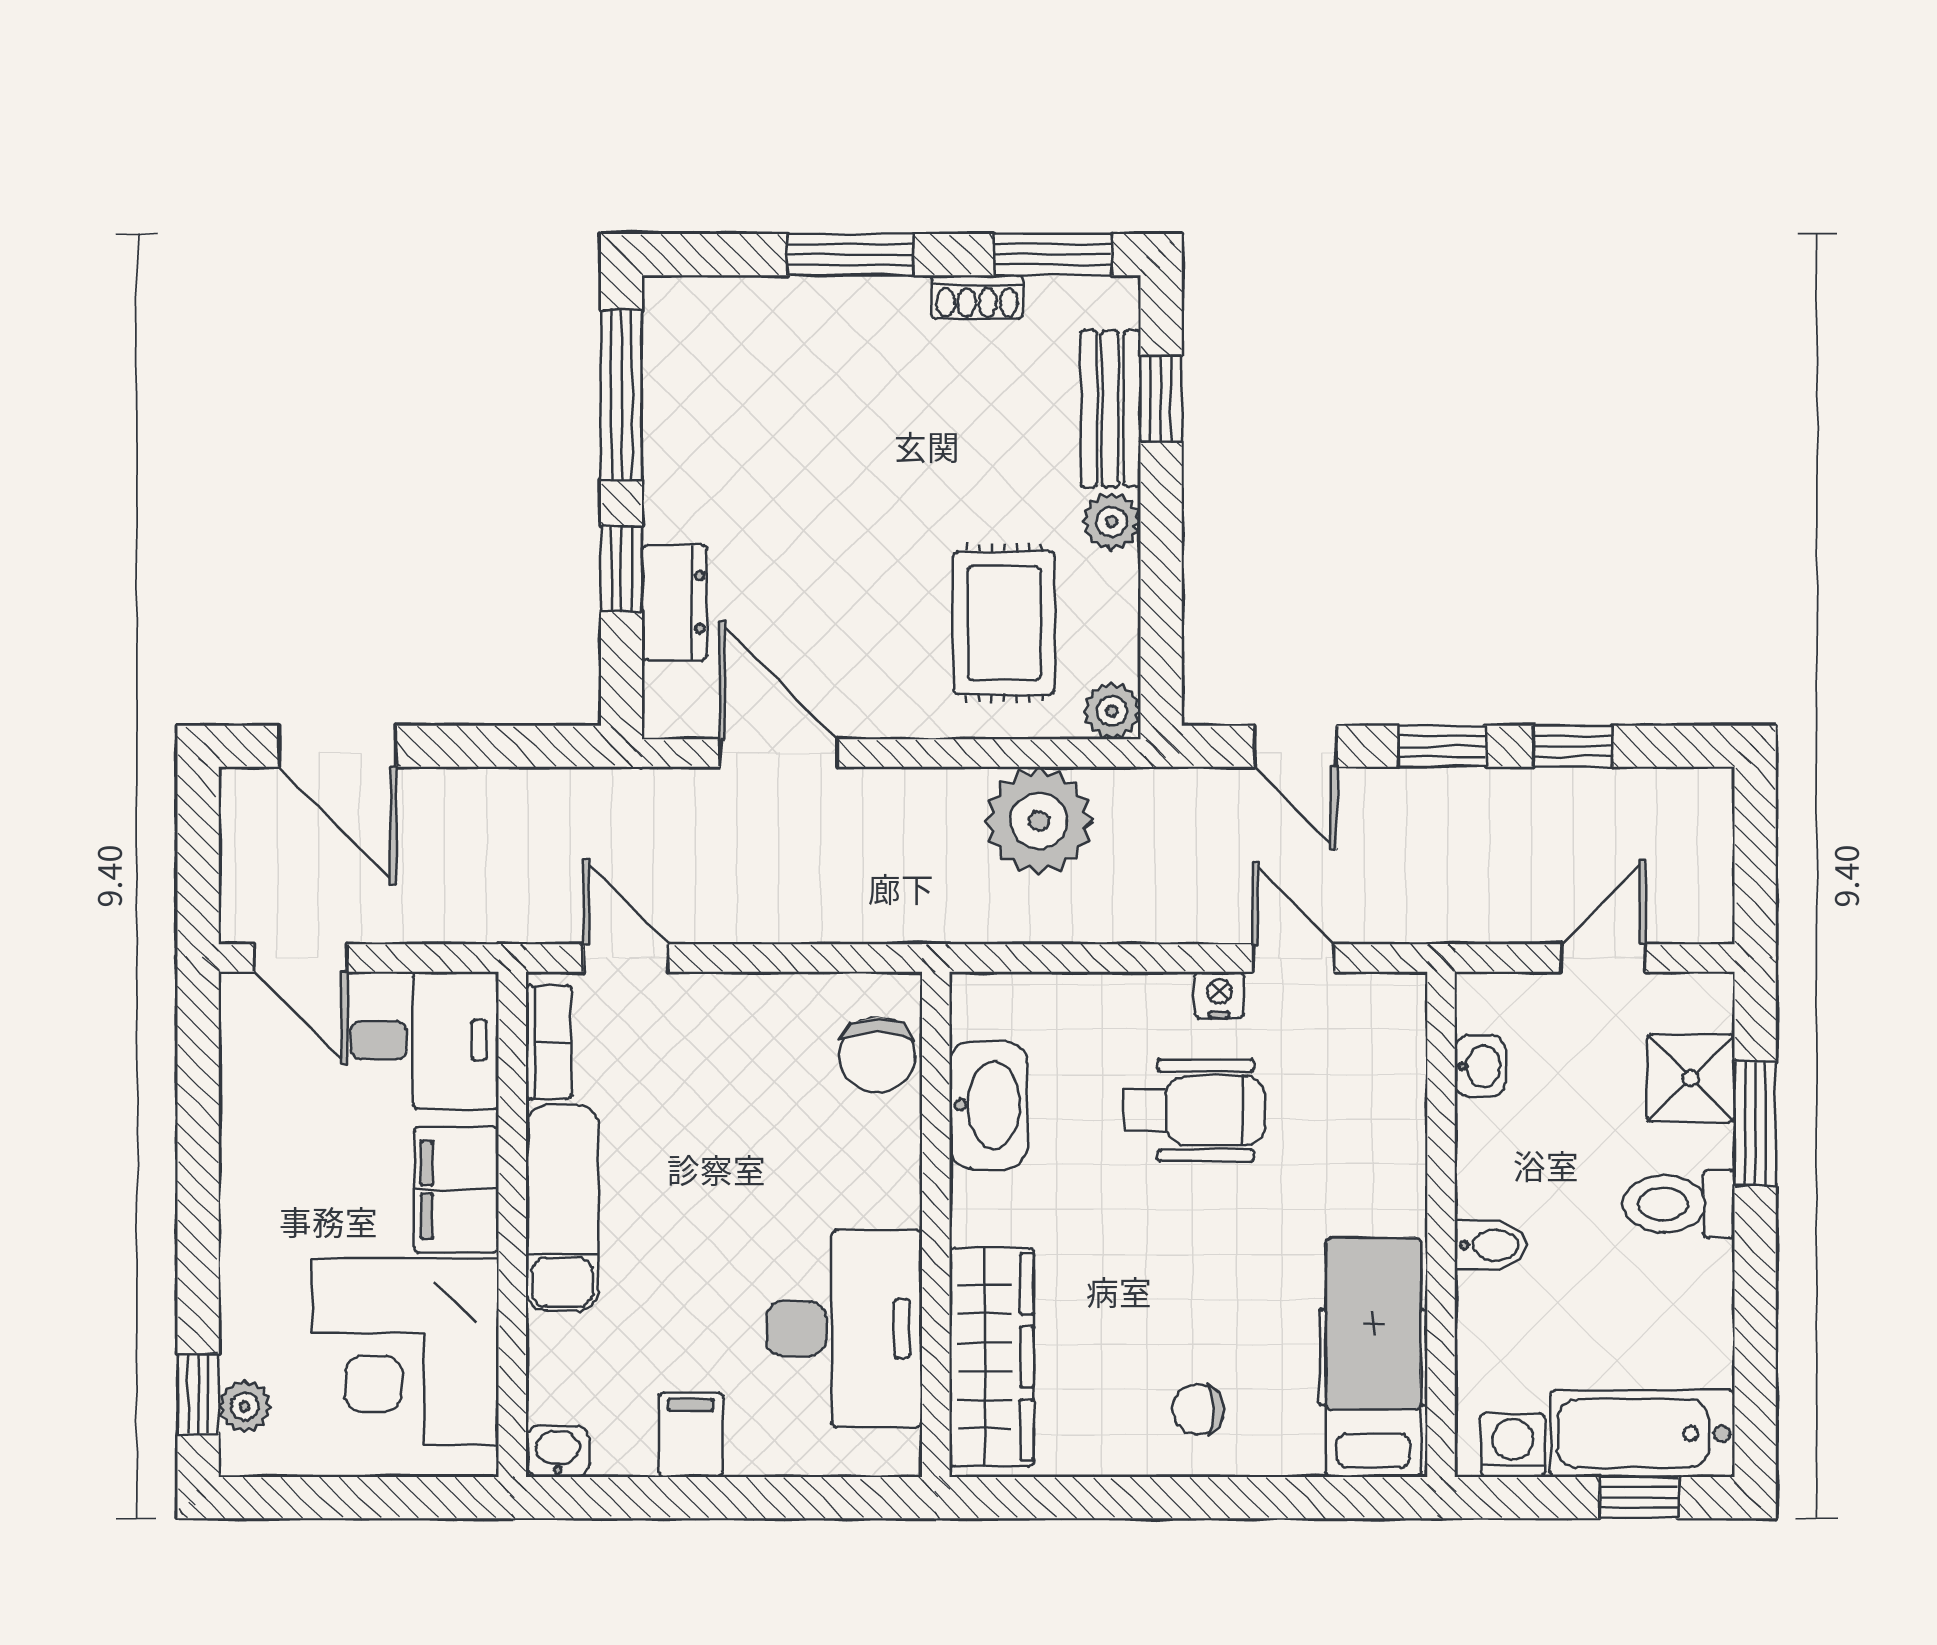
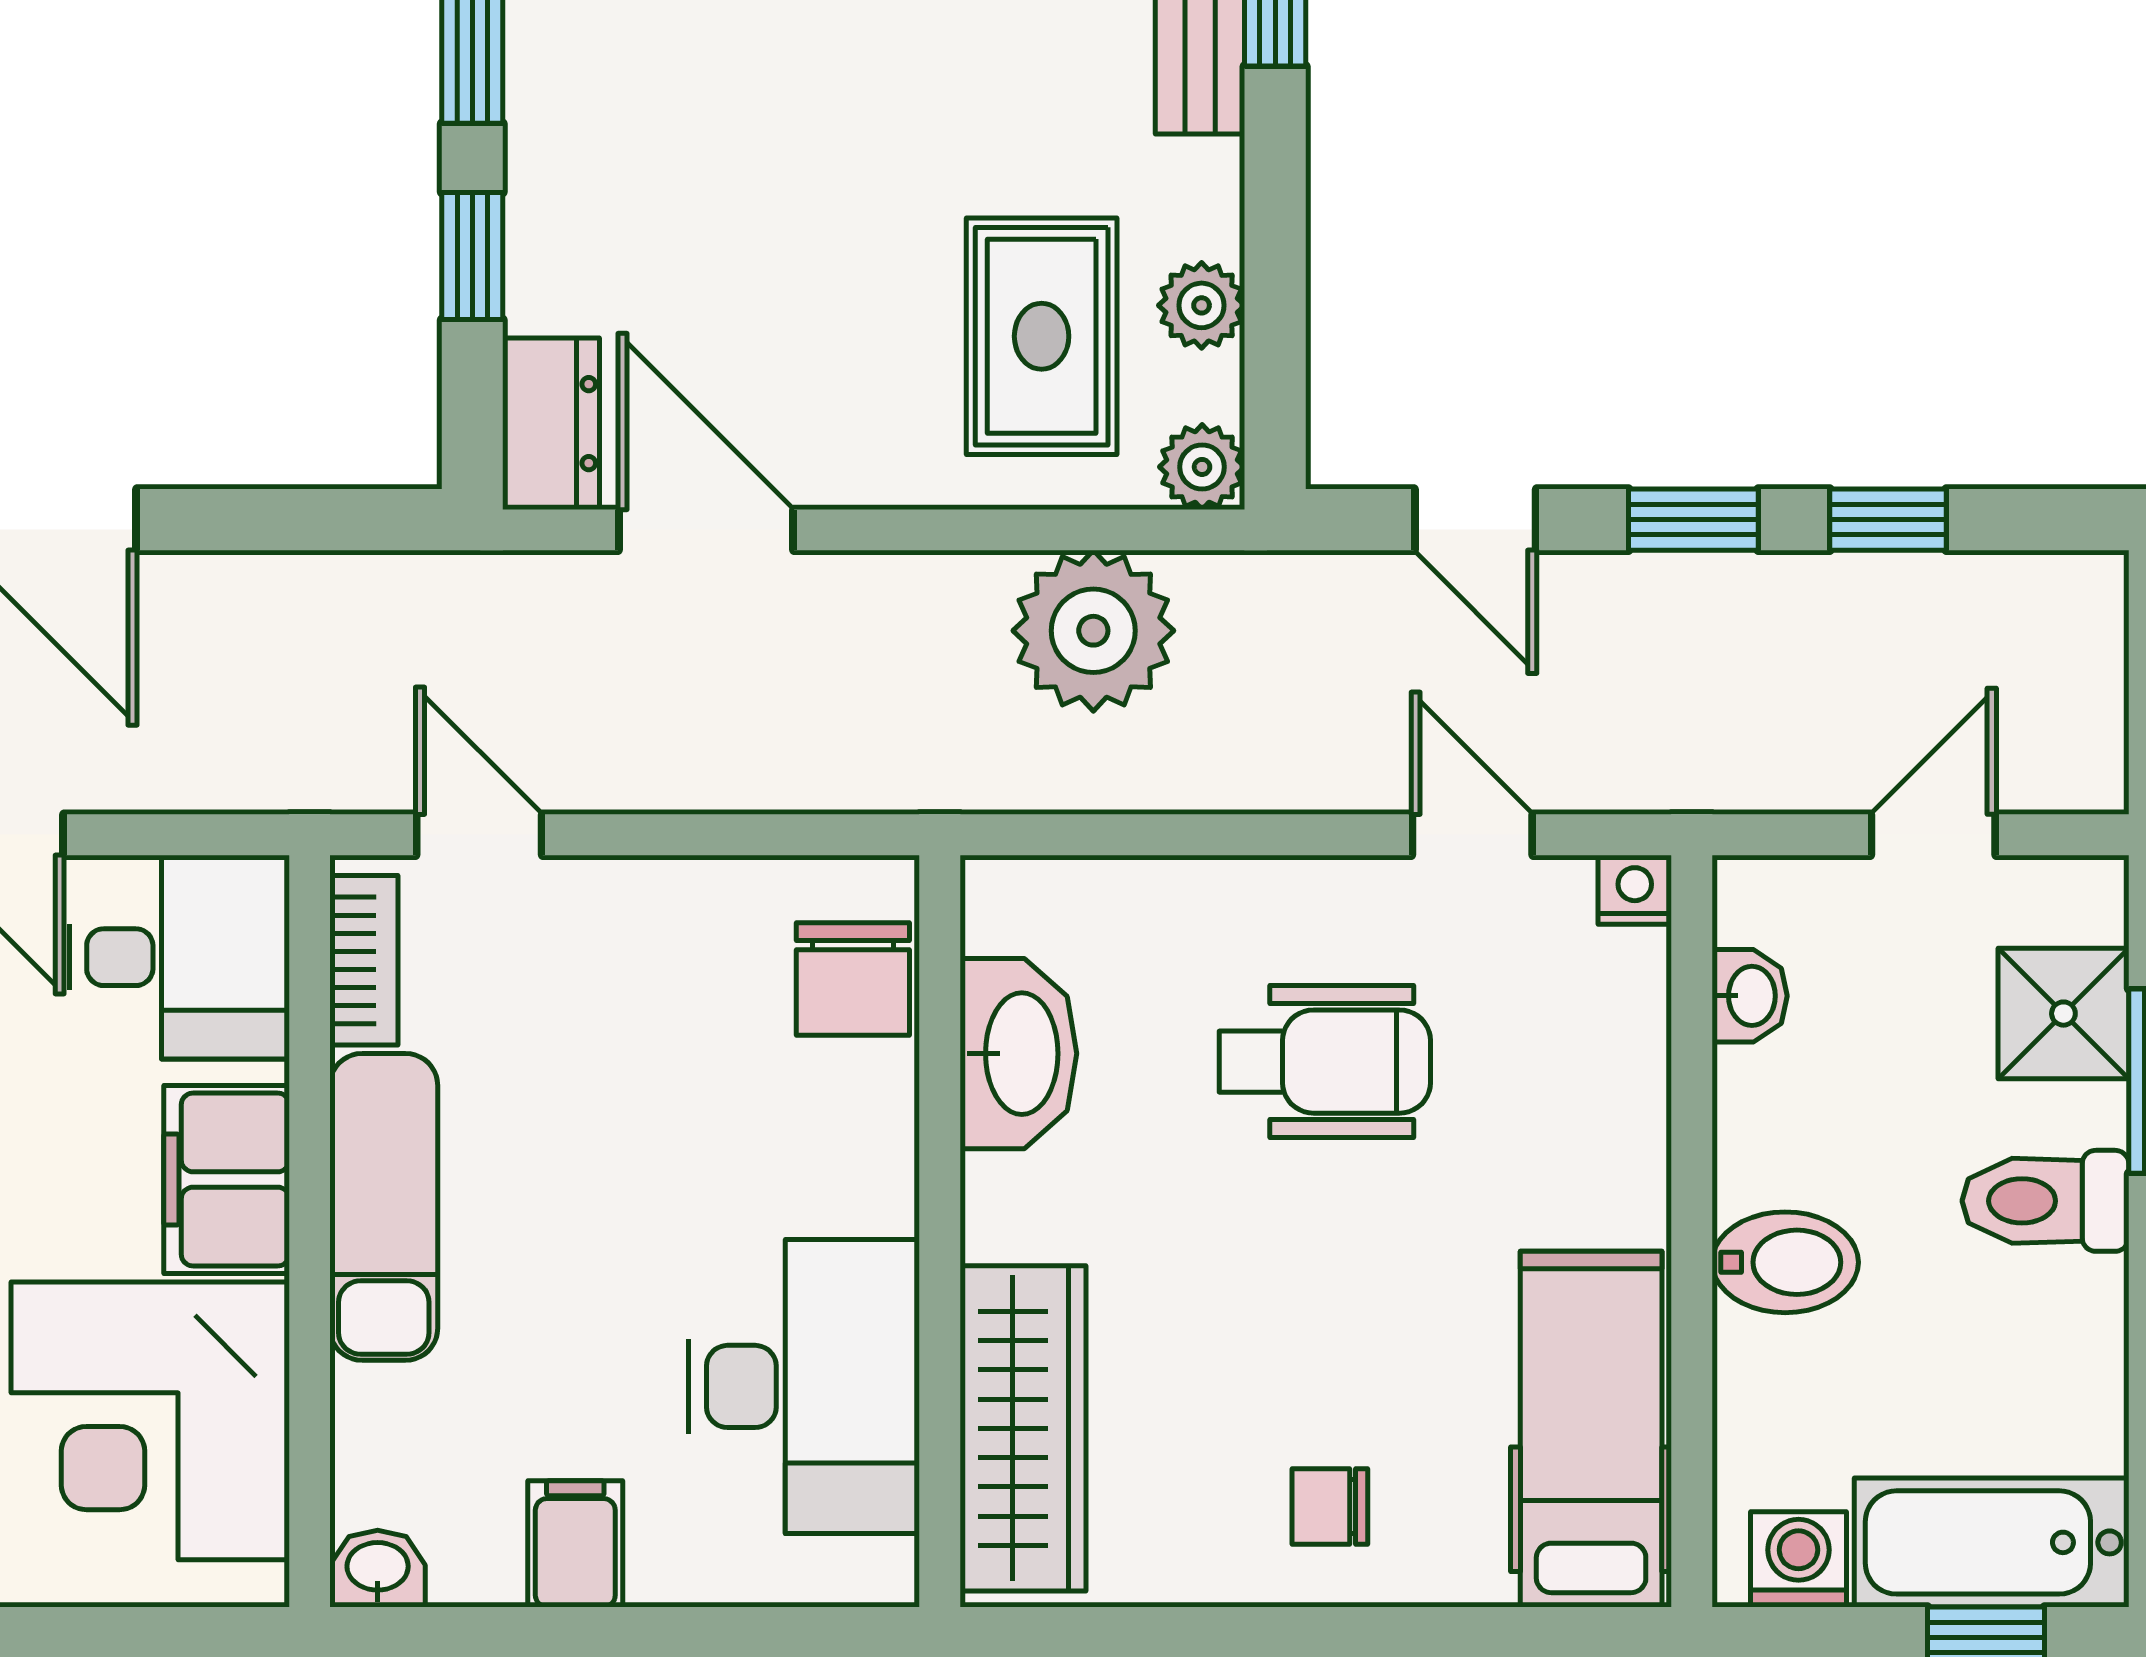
plant: (1112, 522) -> (1202, 305), moved
dresser: (674, 602) -> (551, 424), moved
nightstand: (1219, 995) -> (1635, 890), moved
bidet: (1491, 1245) -> (1785, 1262), width x1.38, depth x1.36

